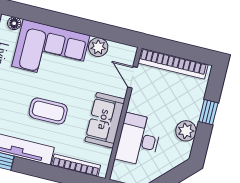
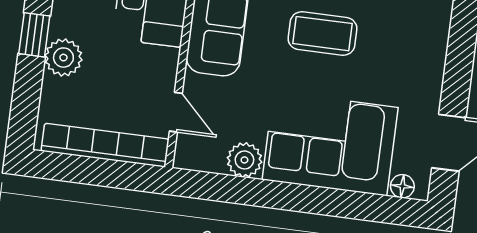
window: (208, 112) -> (34, 35), moved
plant: (186, 131) -> (63, 58), moved

